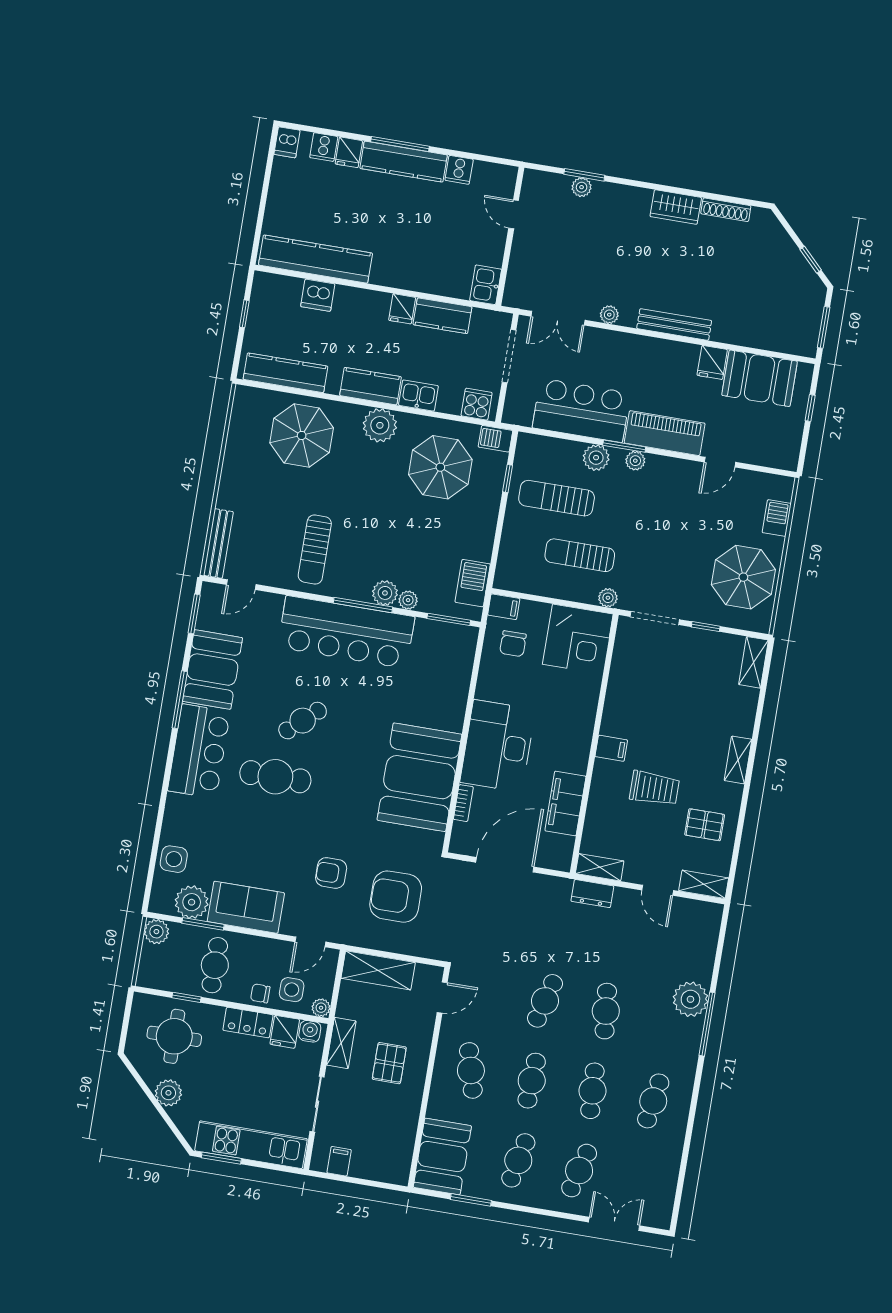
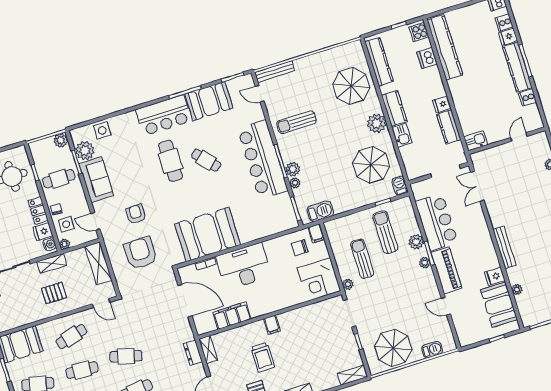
plant: (609, 315) -> (517, 290), moved
cooker: (477, 404) -> (419, 32), moved, turned 180

